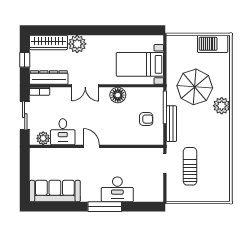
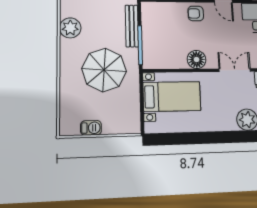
barbecue: (213, 44) -> (91, 128), width x0.53, depth x0.65
plant: (222, 106) -> (70, 28), moved
armchair: (146, 119) -> (196, 13), moved

